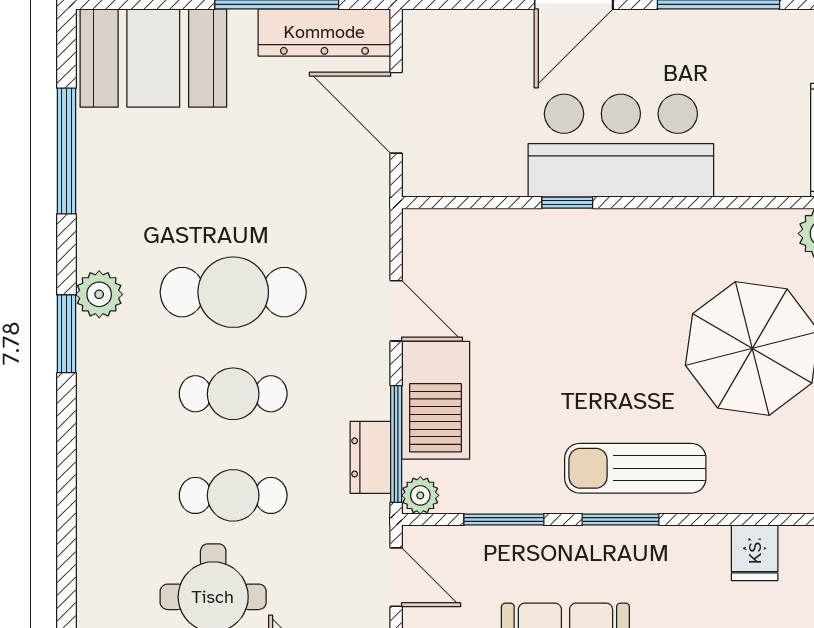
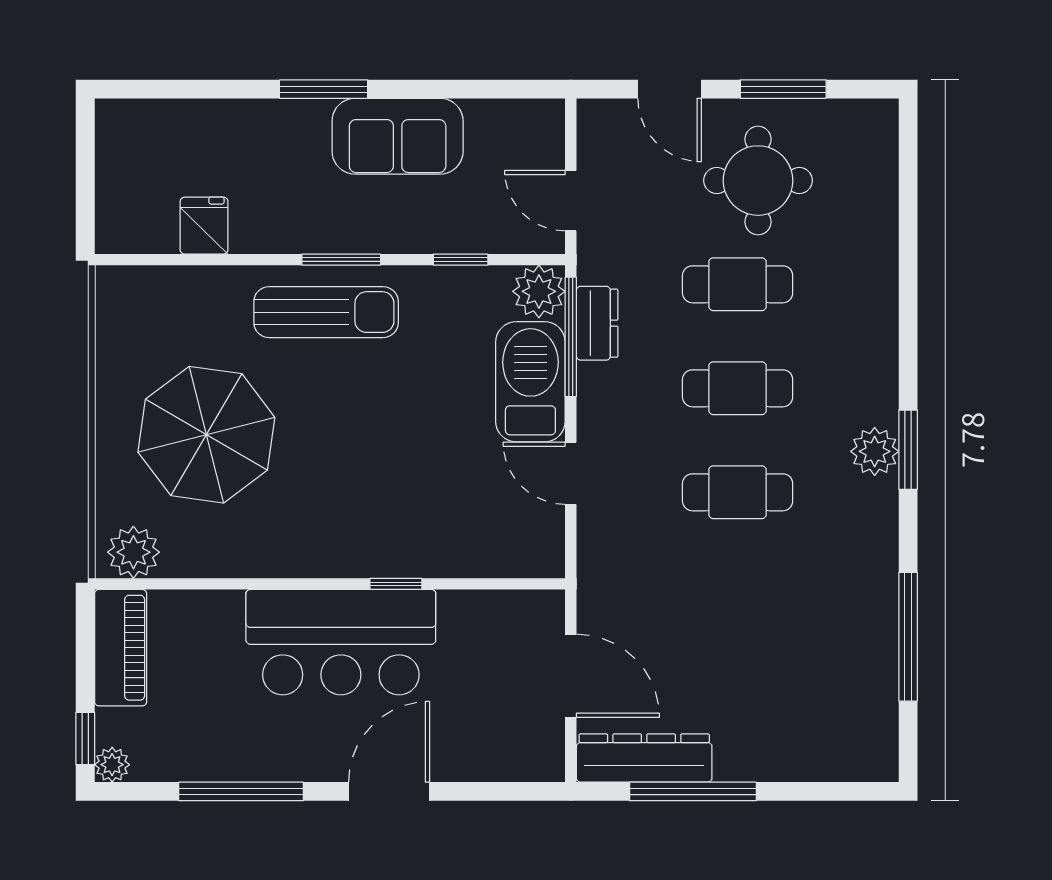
booth: (153, 58) -> (819, 732), removed
cafe table: (233, 292) -> (738, 492), width x0.73, depth x0.74
plant: (99, 294) -> (875, 451), moved
plant: (420, 495) -> (539, 291), width x1.38, depth x1.38
window: (504, 520) -> (461, 260), width x0.67

